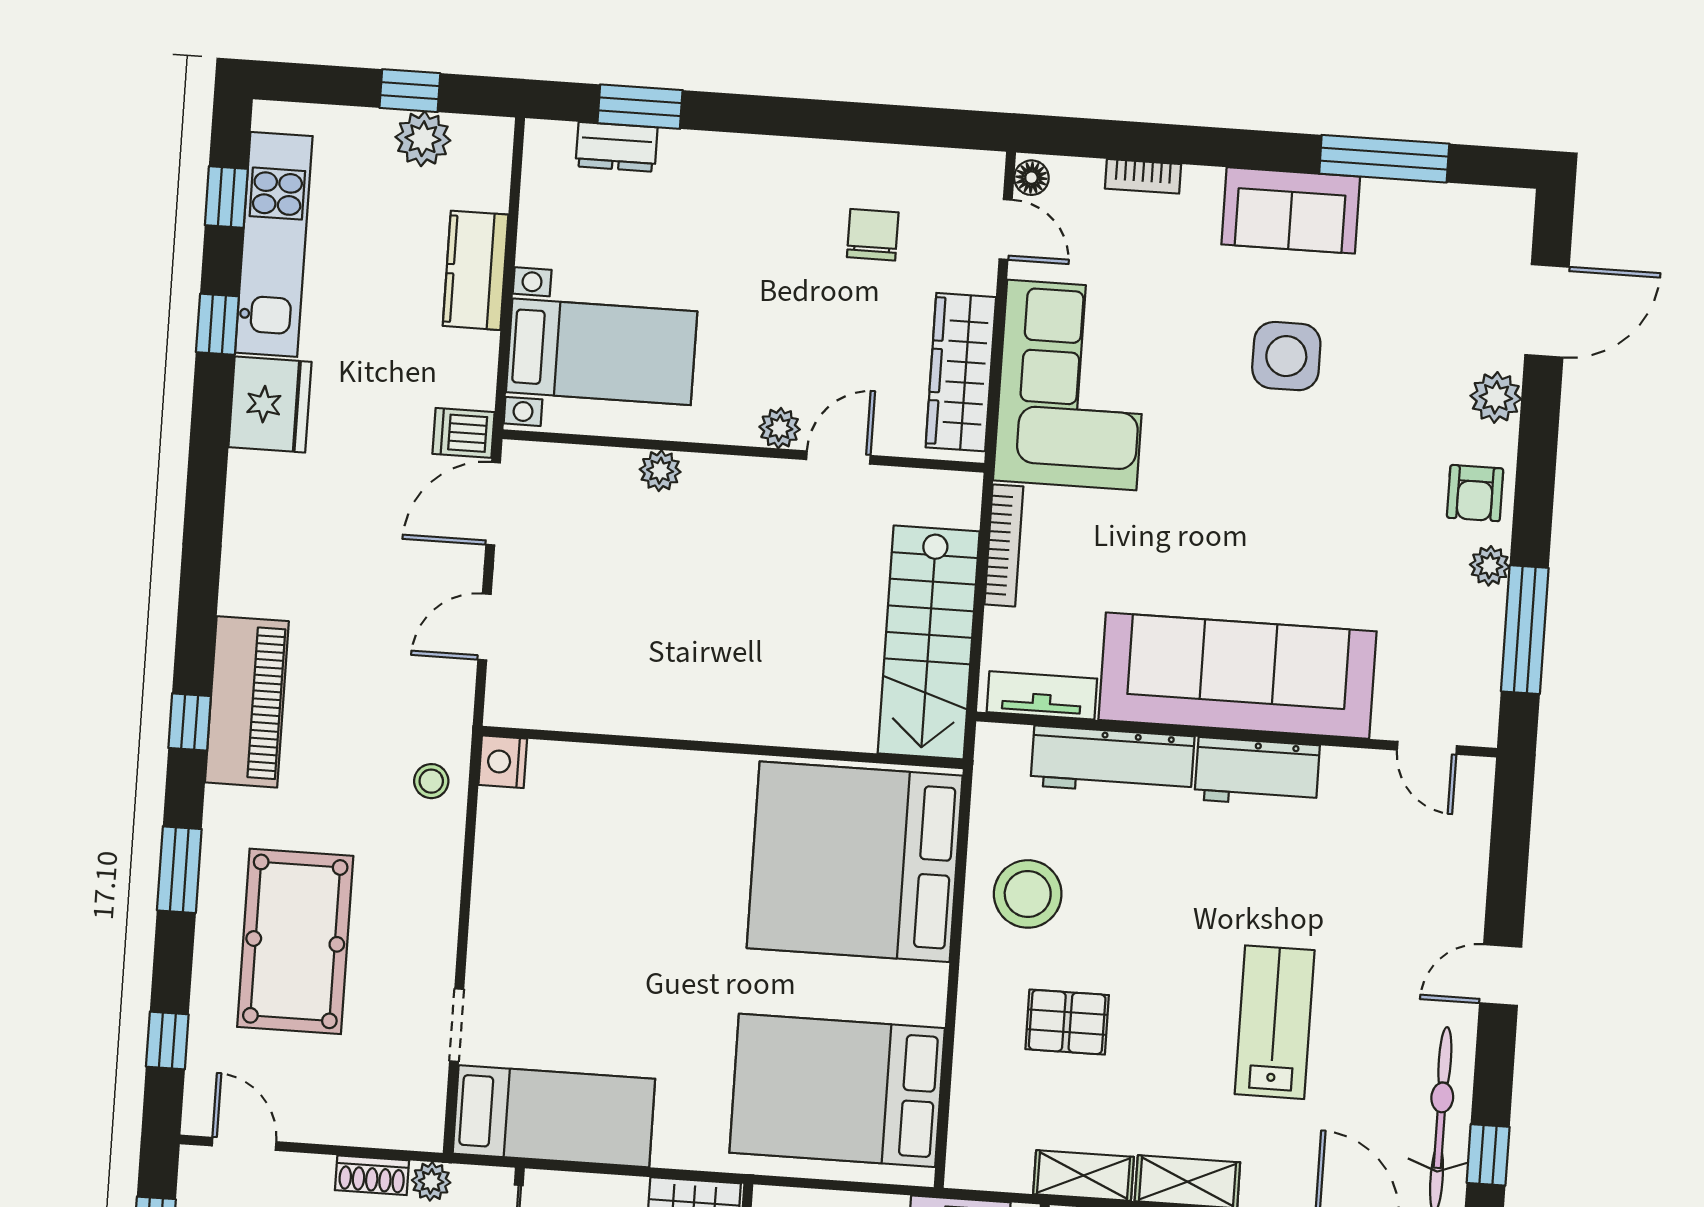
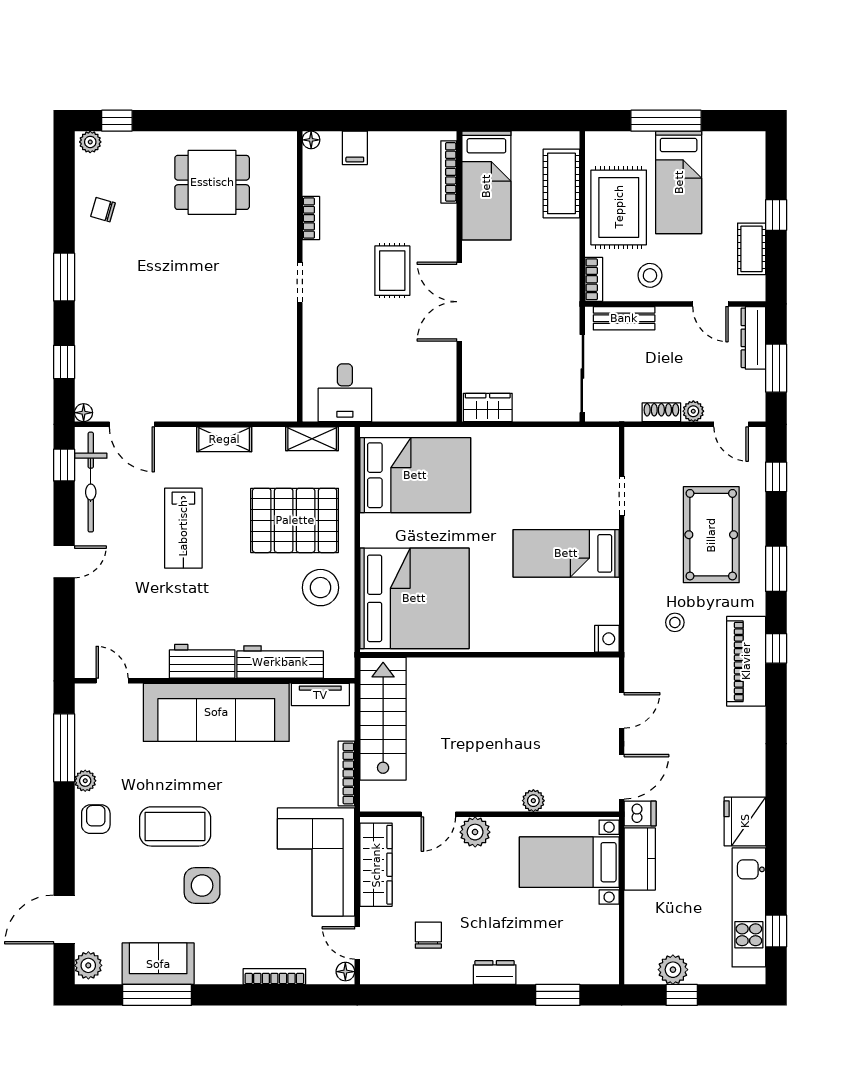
dresser: (617, 147) -> (495, 972), moved
bookcase: (1143, 176) -> (274, 976), width x1.56
sofa: (1291, 210) -> (158, 964), moved
chair: (873, 235) -> (428, 935), turned 180
kitchen counter: (476, 270) -> (640, 859), moved
window: (217, 324) -> (776, 862), removed
plant: (1496, 397) -> (88, 965), moved
plant: (780, 428) -> (475, 832), width x1.38, depth x1.38
coffee table: (1329, 469) -> (175, 826), added
stool: (431, 781) -> (675, 622), moved
pallet: (1067, 1022) -> (295, 520), width x2.05, depth x2.00
bed: (554, 1116) -> (566, 553), moved
shelving: (1083, 1176) -> (312, 439), moved
plant: (431, 1181) -> (693, 411), moved

